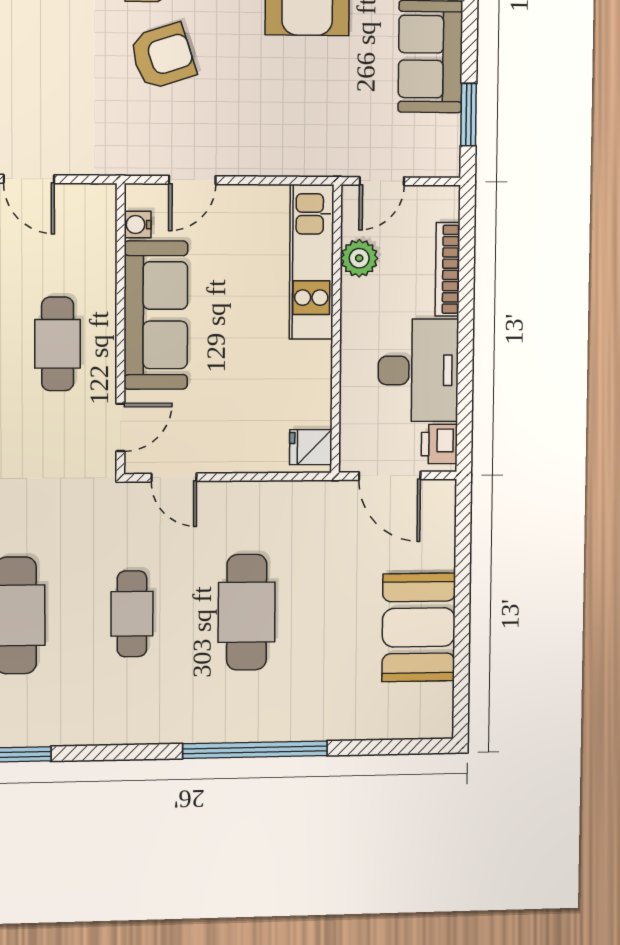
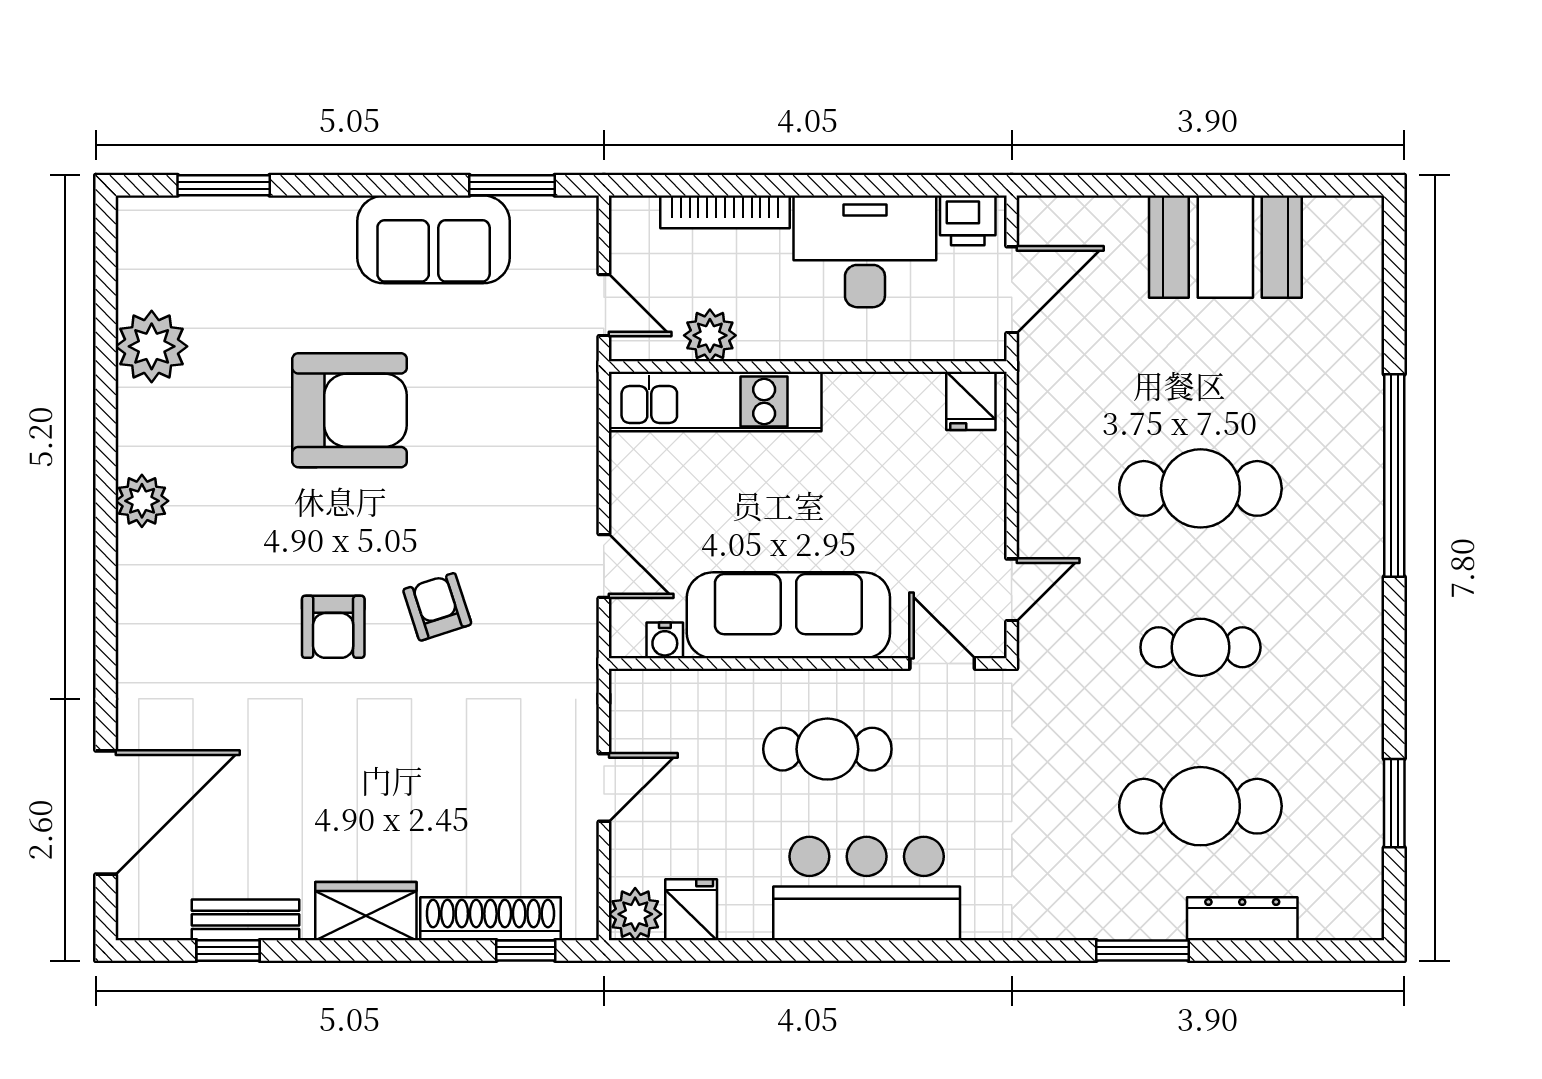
armchair: (163, 56) -> (437, 607), width x0.72, depth x0.72

